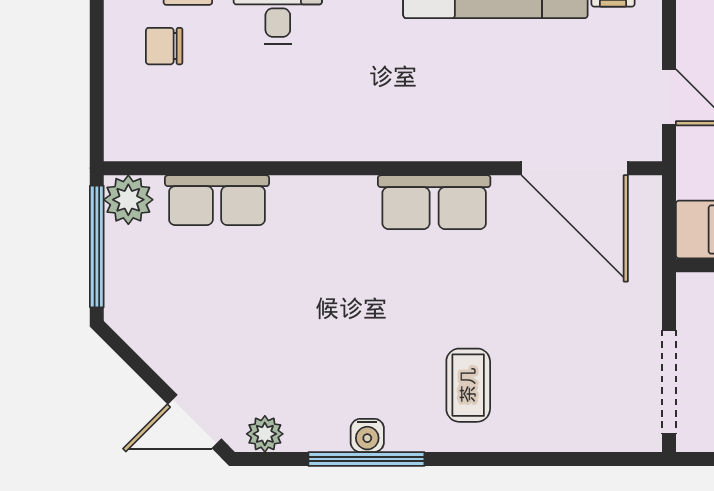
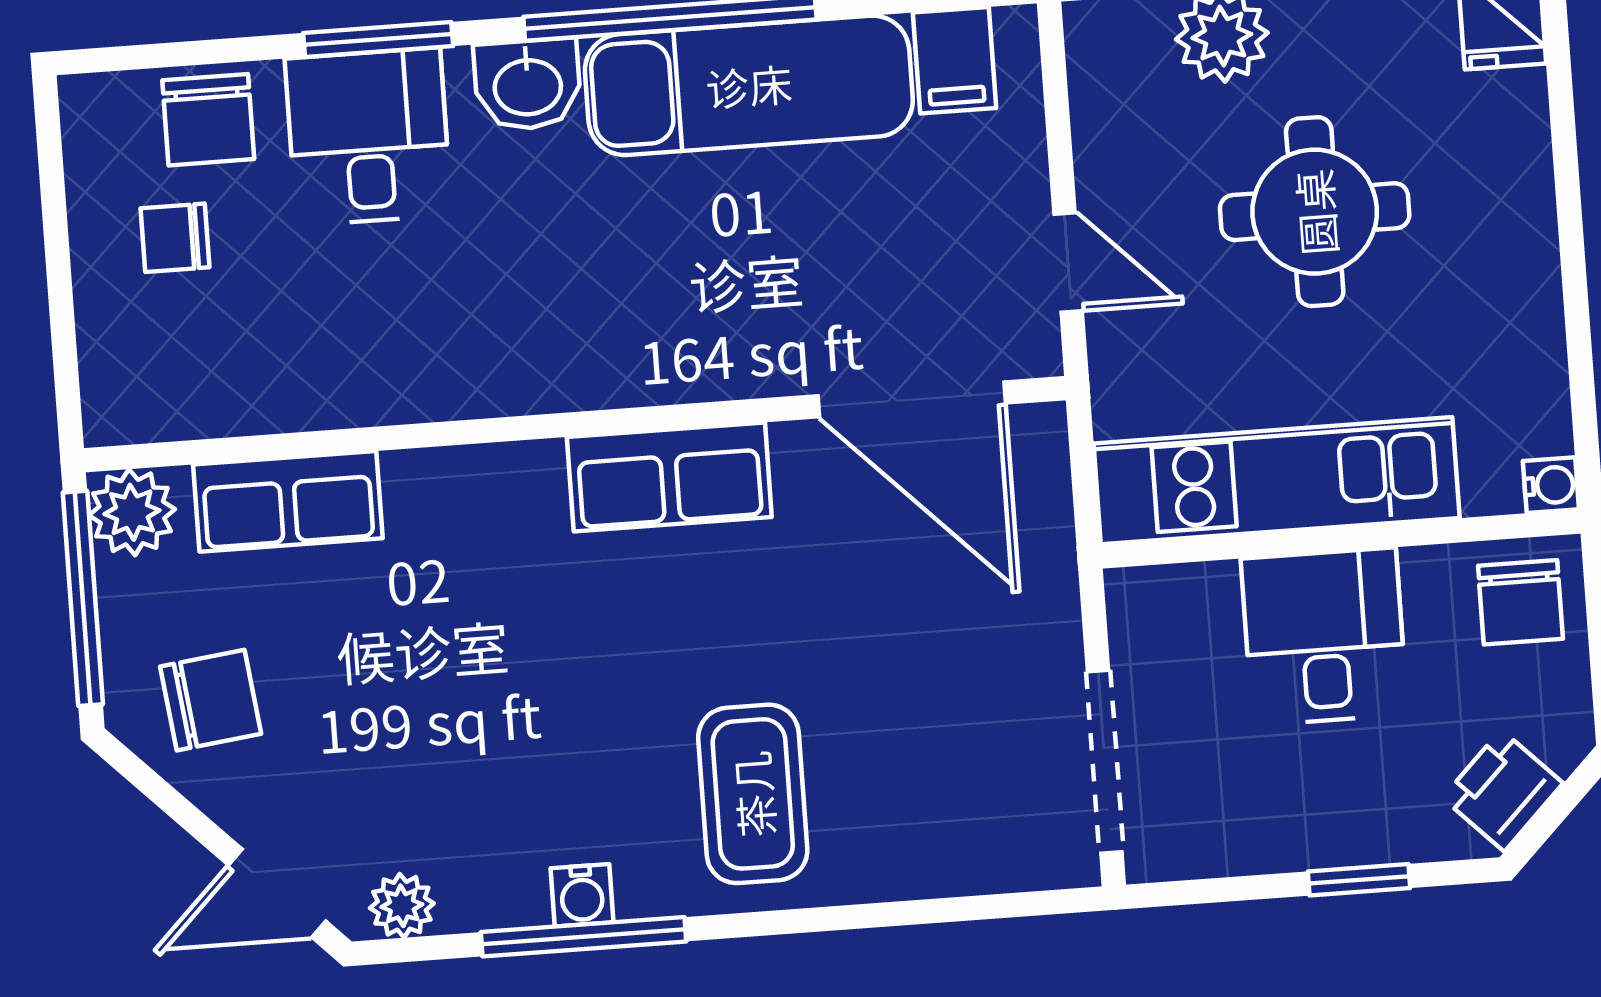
chair: (165, 309) -> (211, 700), added
coffee table: (468, 385) -> (753, 794), width x1.36, depth x1.30

